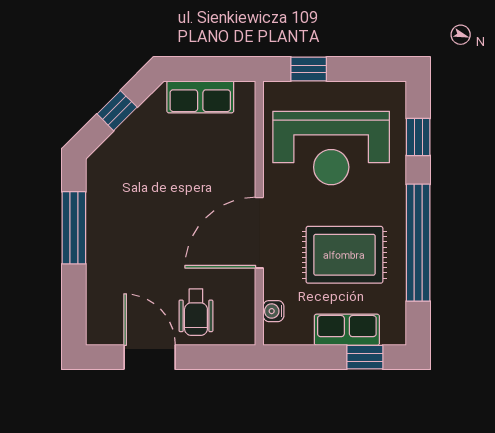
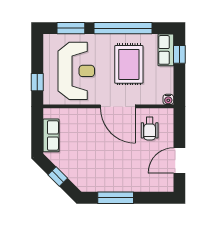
window: (418, 137) -> (71, 28), width x1.50
water cooler: (273, 311) -> (168, 99), moved
wheelchair: (196, 312) -> (150, 129), moved, turned 90
row of seats: (347, 330) -> (166, 50), moved

